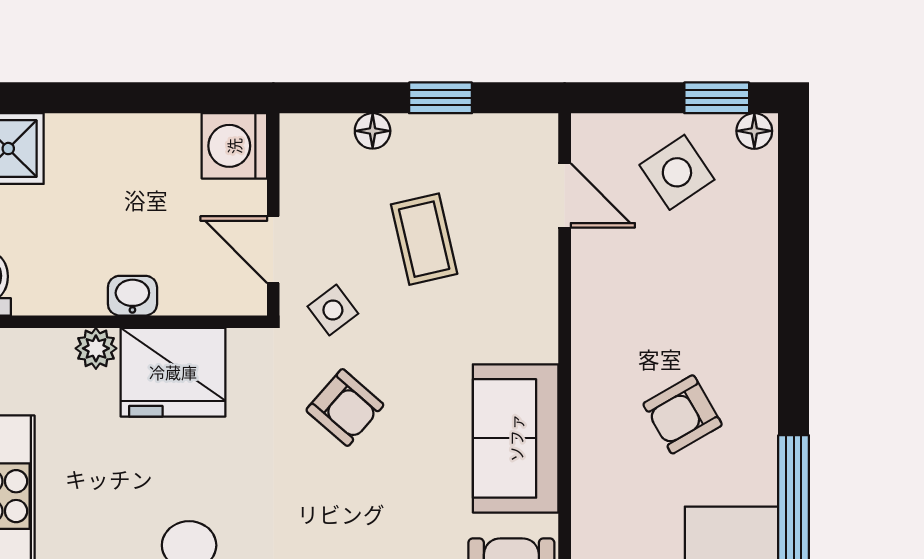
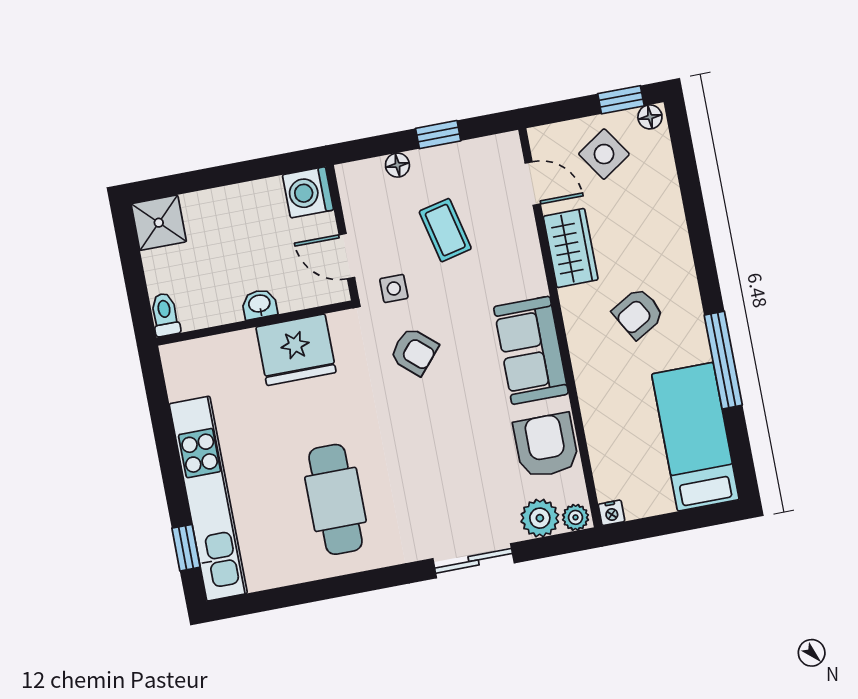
wardrobe: (602, 300) -> (571, 248), added
side table: (333, 310) -> (394, 288), turned 37
plant: (96, 348) -> (242, 344), removed

